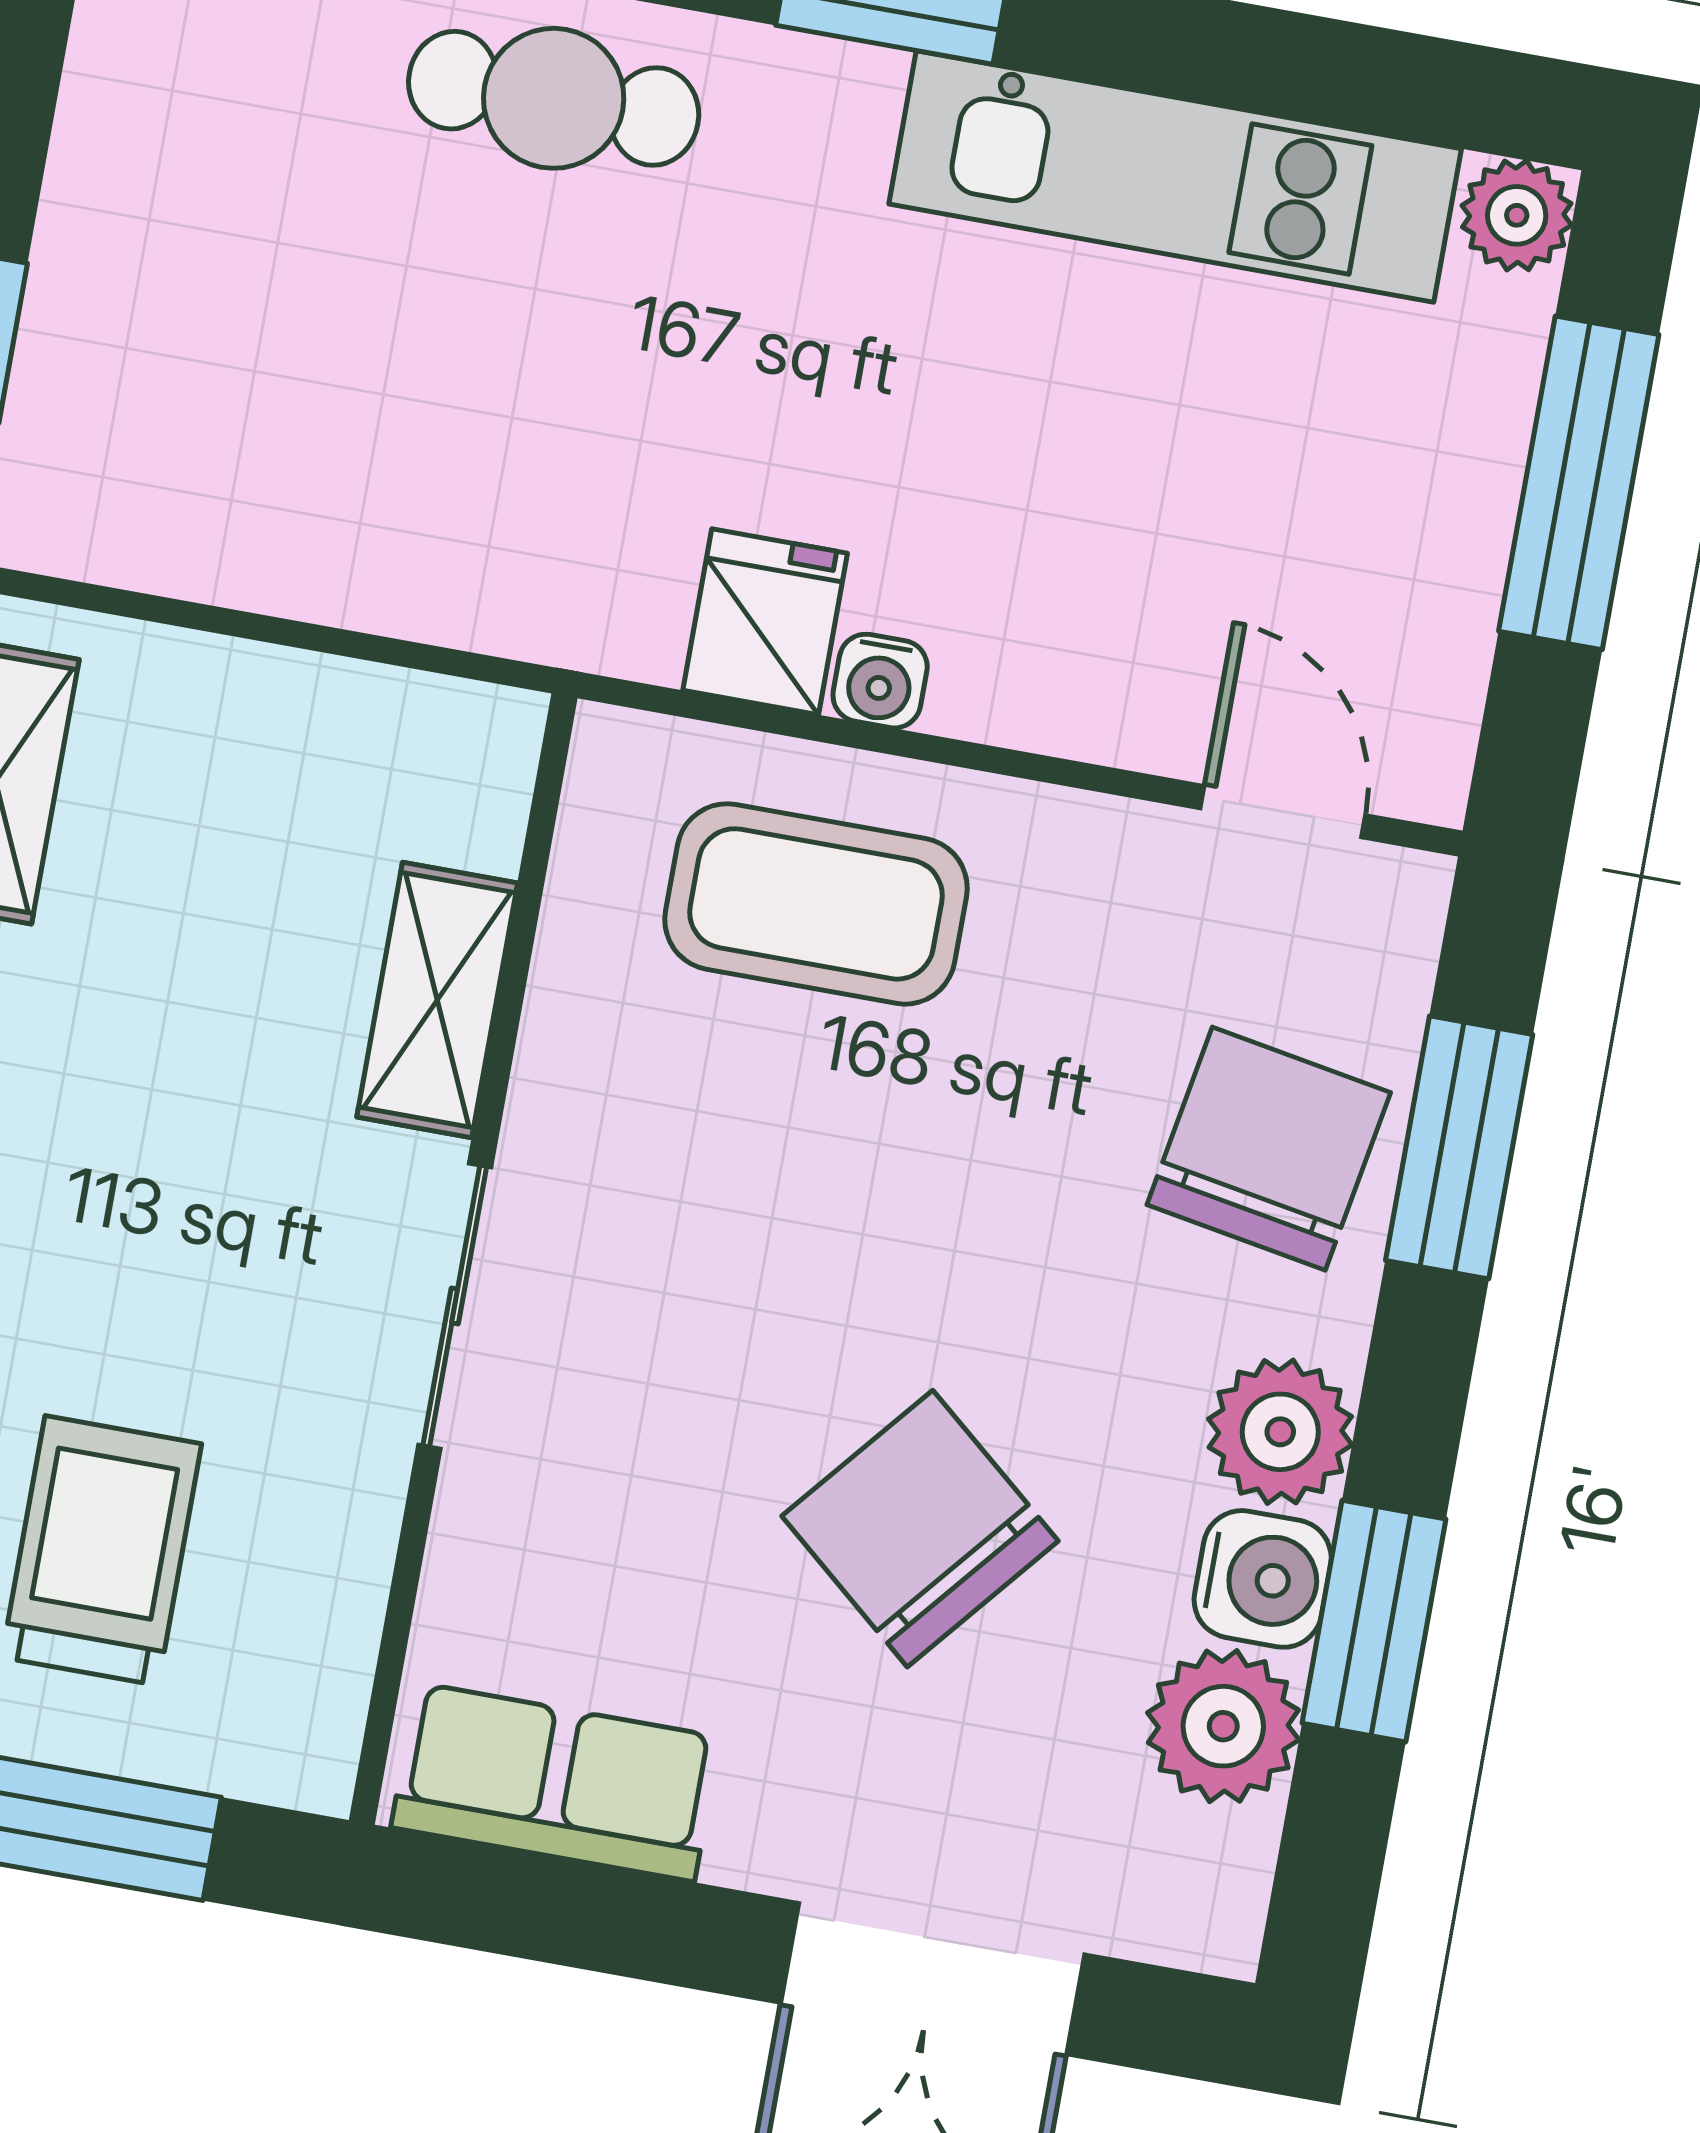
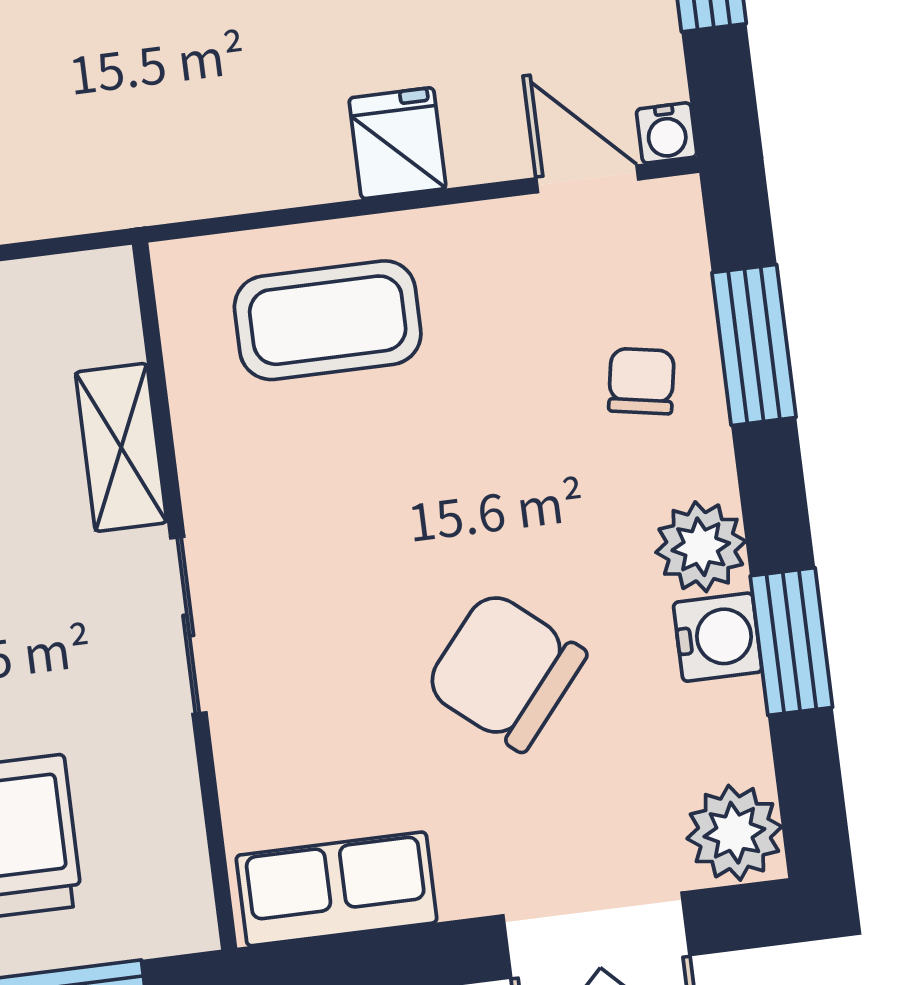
fridge: (765, 622) -> (397, 143), moved
water cooler: (880, 681) -> (667, 133), moved
chair: (1269, 1149) -> (641, 381), width x0.54, depth x0.54
plant: (1223, 1726) -> (734, 833), moved

